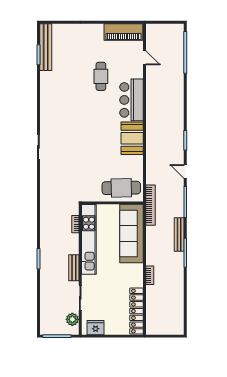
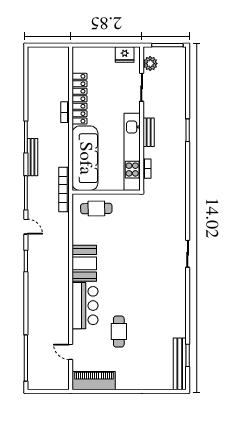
cafe table: (121, 188) -> (96, 209), width x0.73, depth x0.74
bench: (74, 268) -> (149, 132), moved
locker: (137, 311) -> (80, 99), moved

